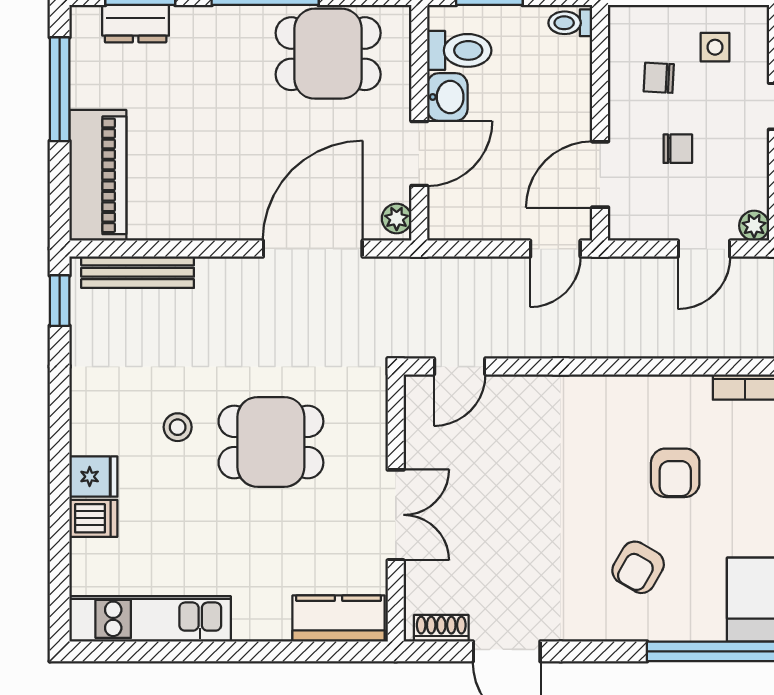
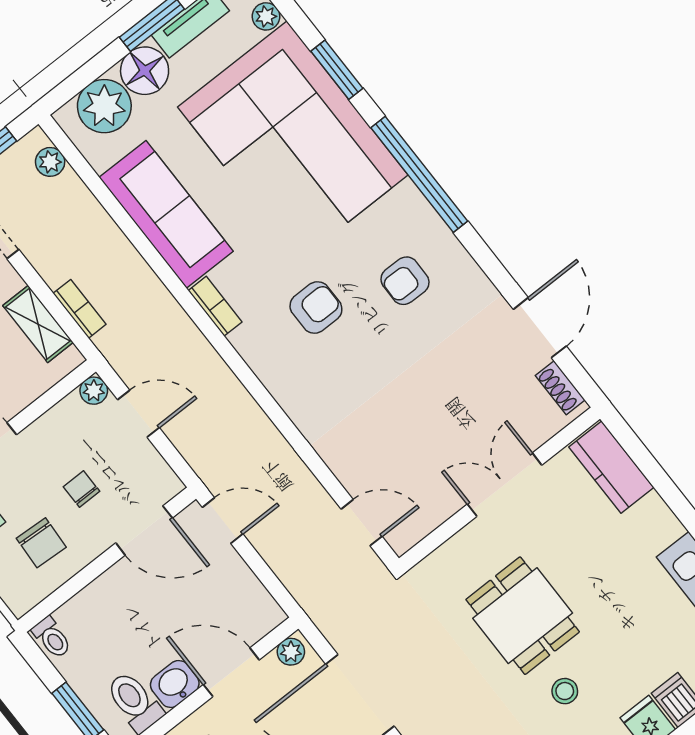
chair: (659, 78) -> (41, 543), width x1.37, depth x1.37
armchair: (638, 567) -> (405, 281), turned 151

